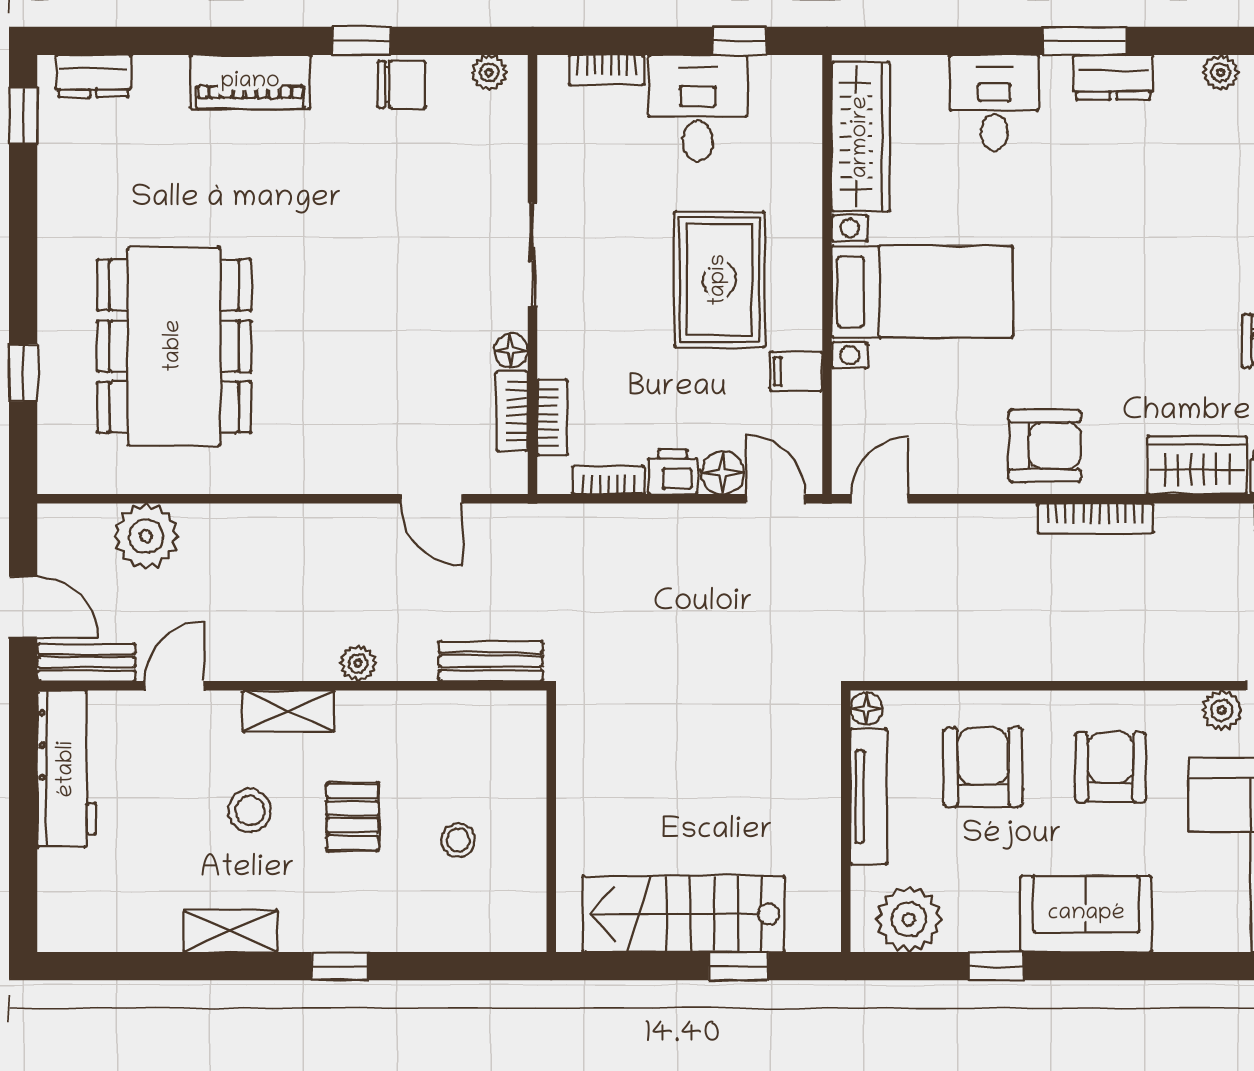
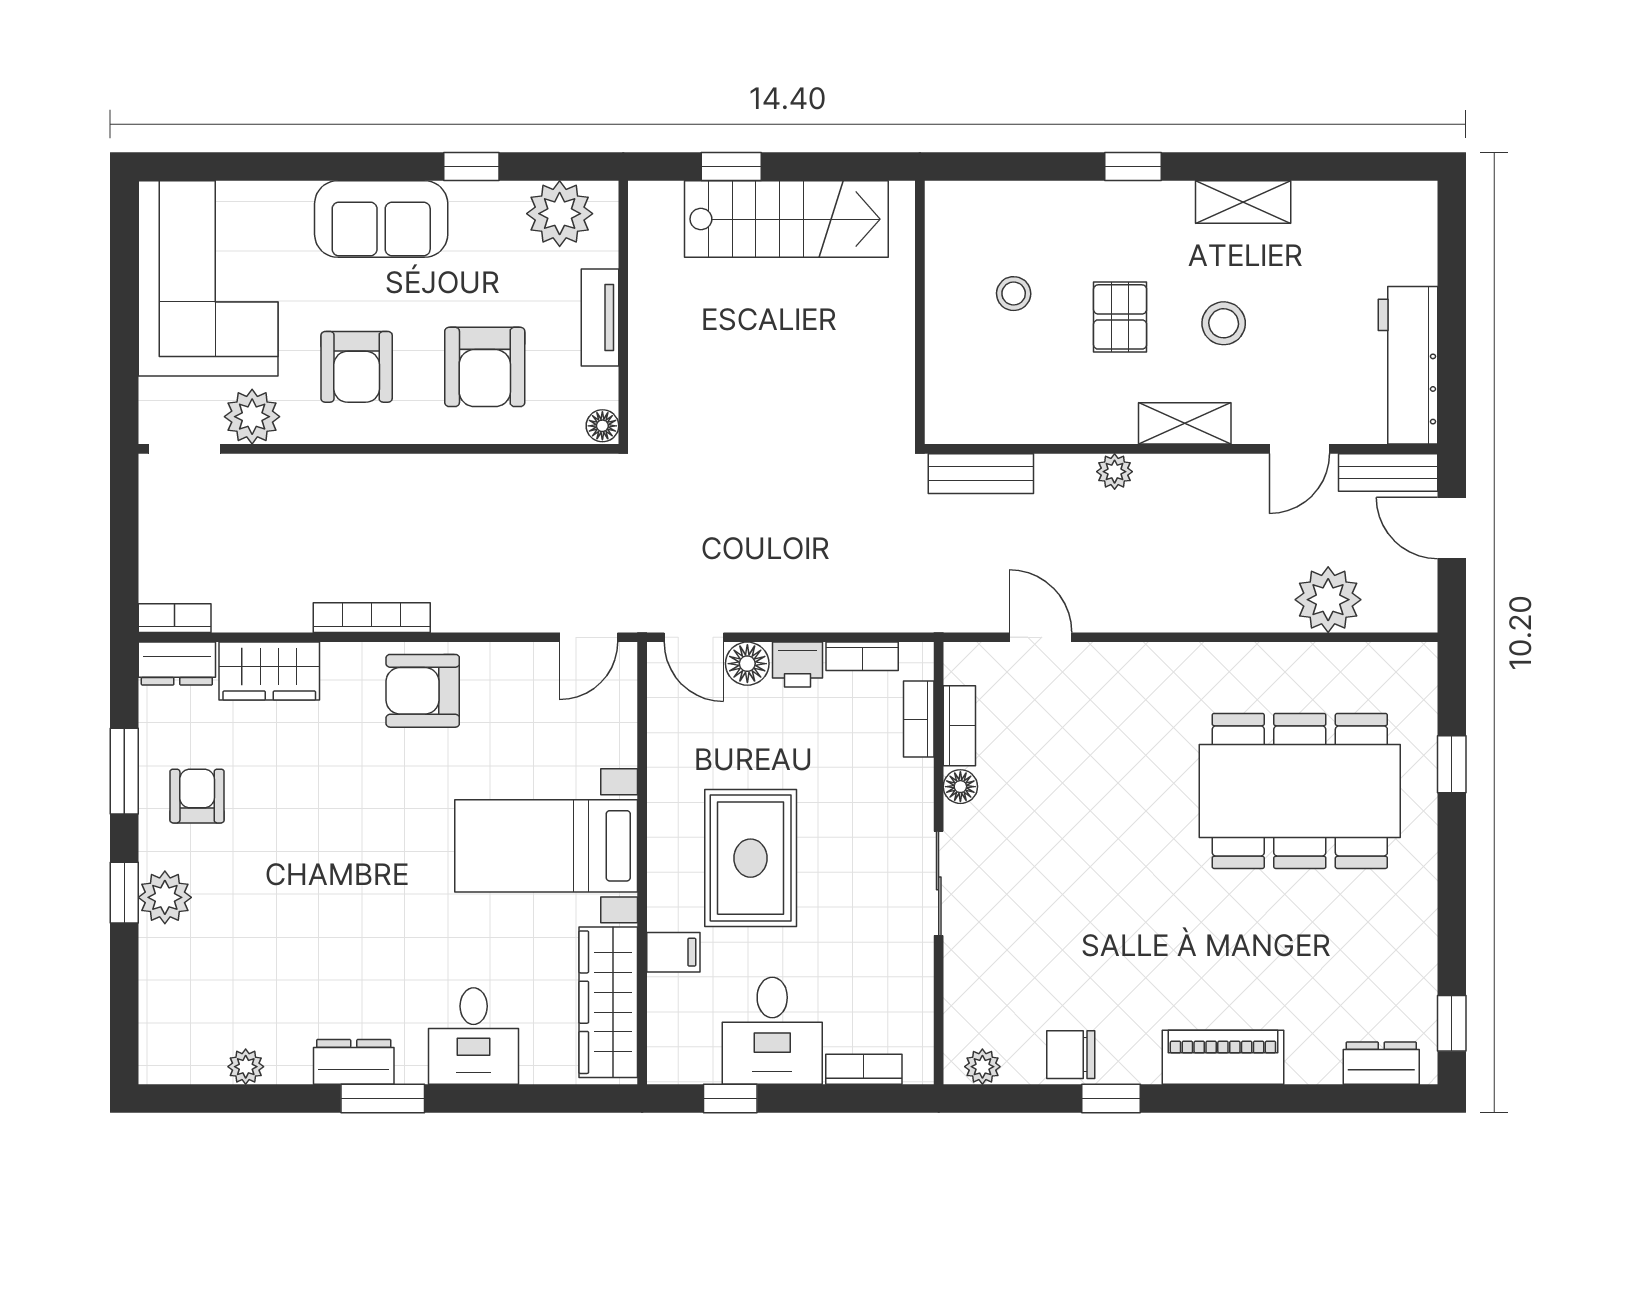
dining table: (174, 346) -> (1300, 791), turned 90
filing cabinet: (796, 371) -> (673, 952), moved
plant: (1222, 710) -> (252, 417), width x1.38, depth x1.38
tv unit: (869, 797) -> (600, 317), width x0.71

